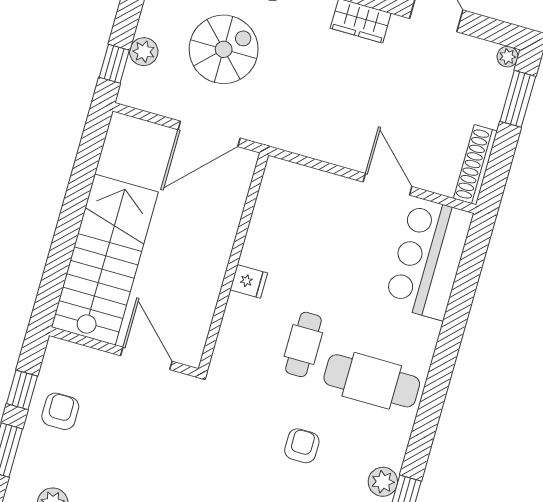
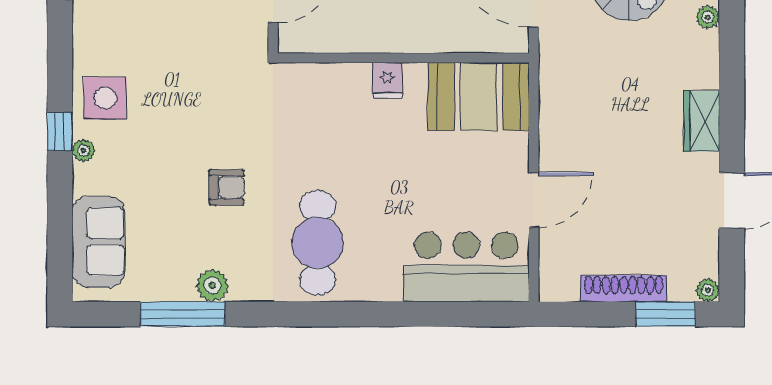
shoe rack: (475, 165) -> (624, 289), moved
booth: (285, 207) -> (479, 96), added
cafe table: (303, 344) -> (336, 158), removed

